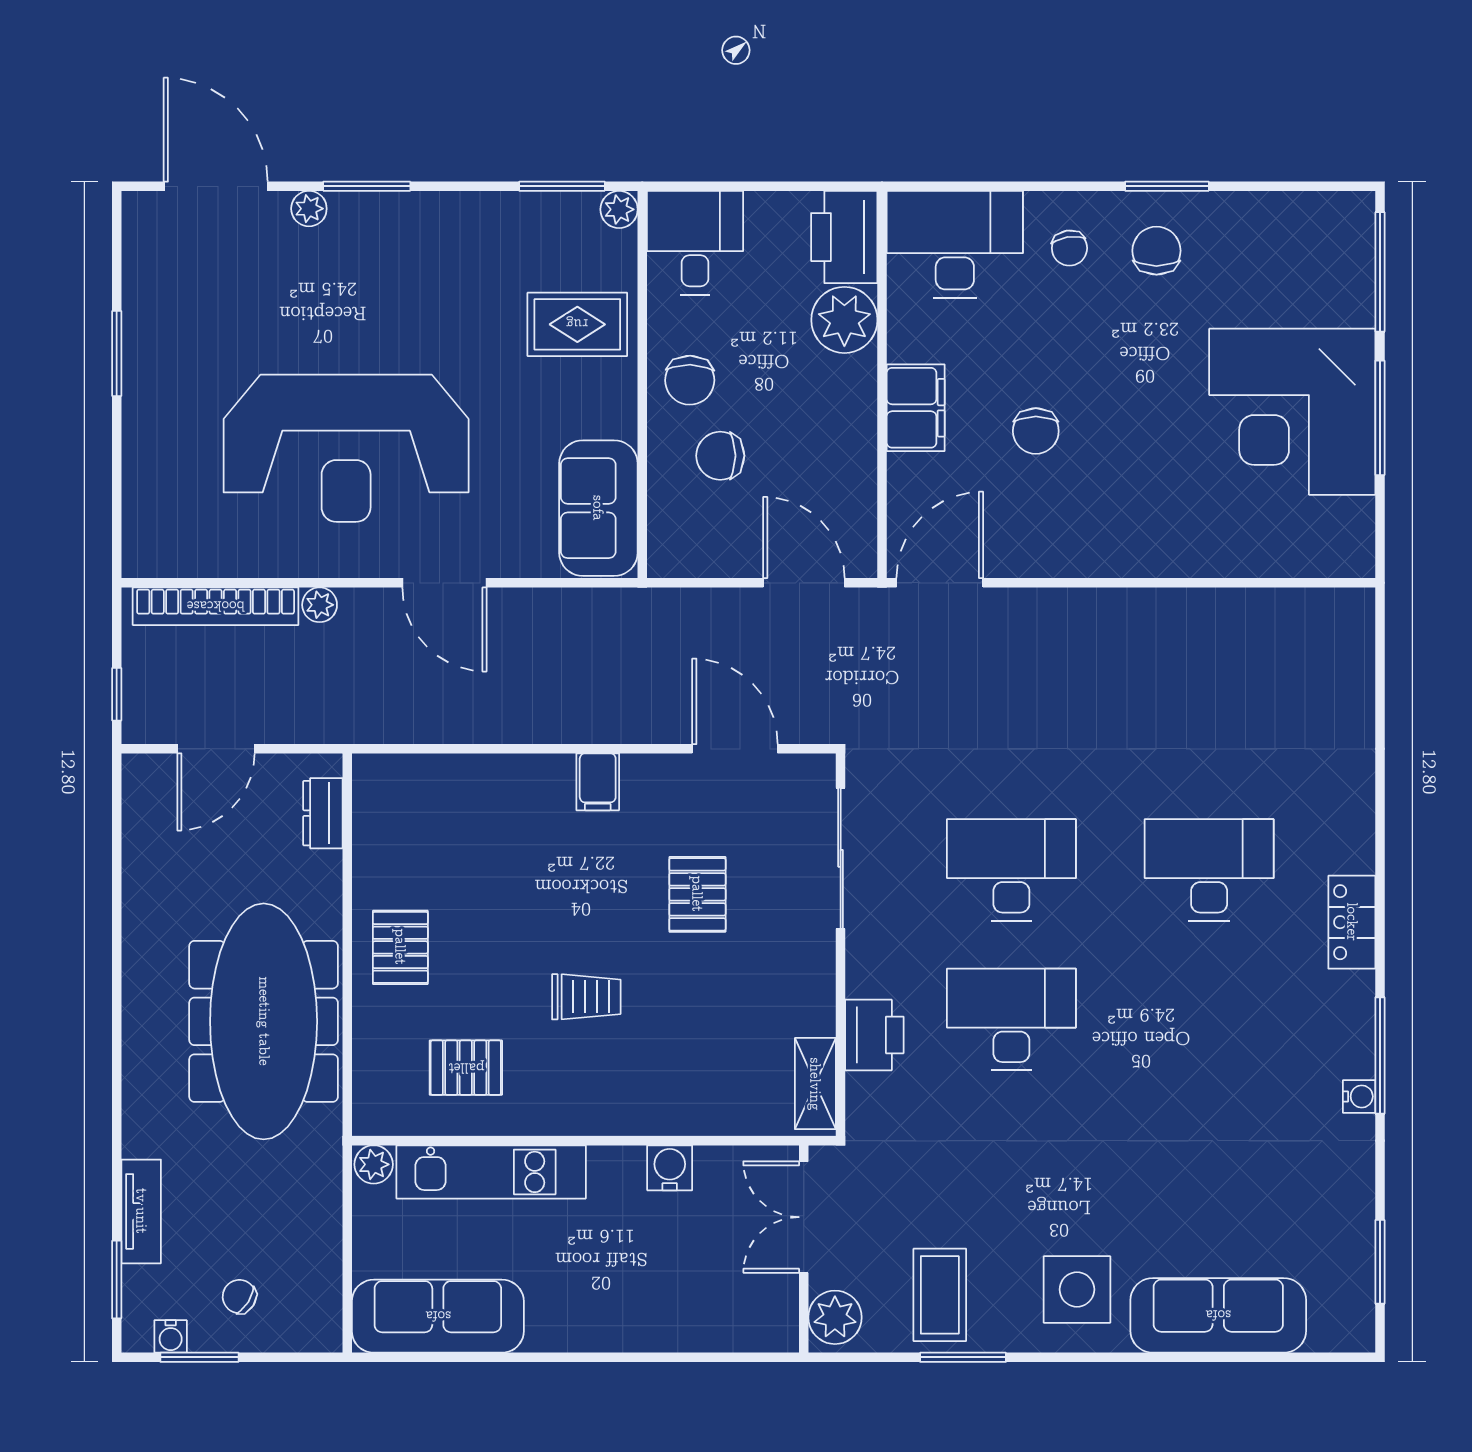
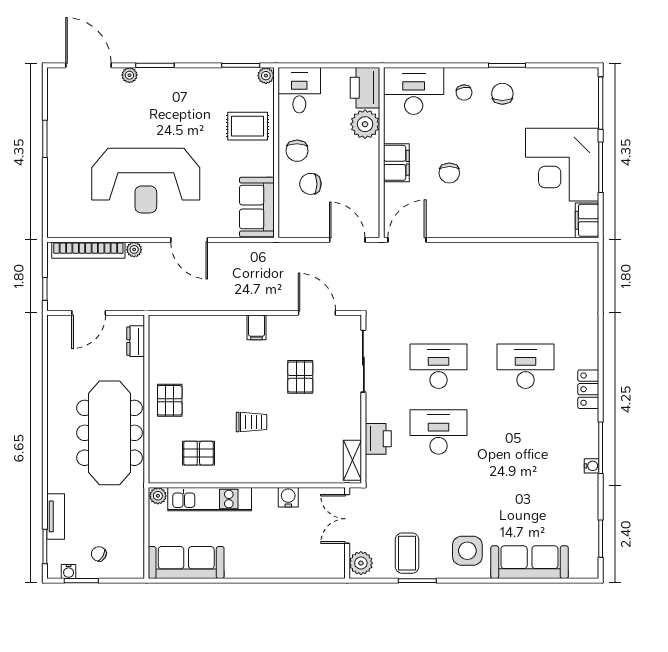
filing cabinet: (1349, 538) -> (587, 220), added

